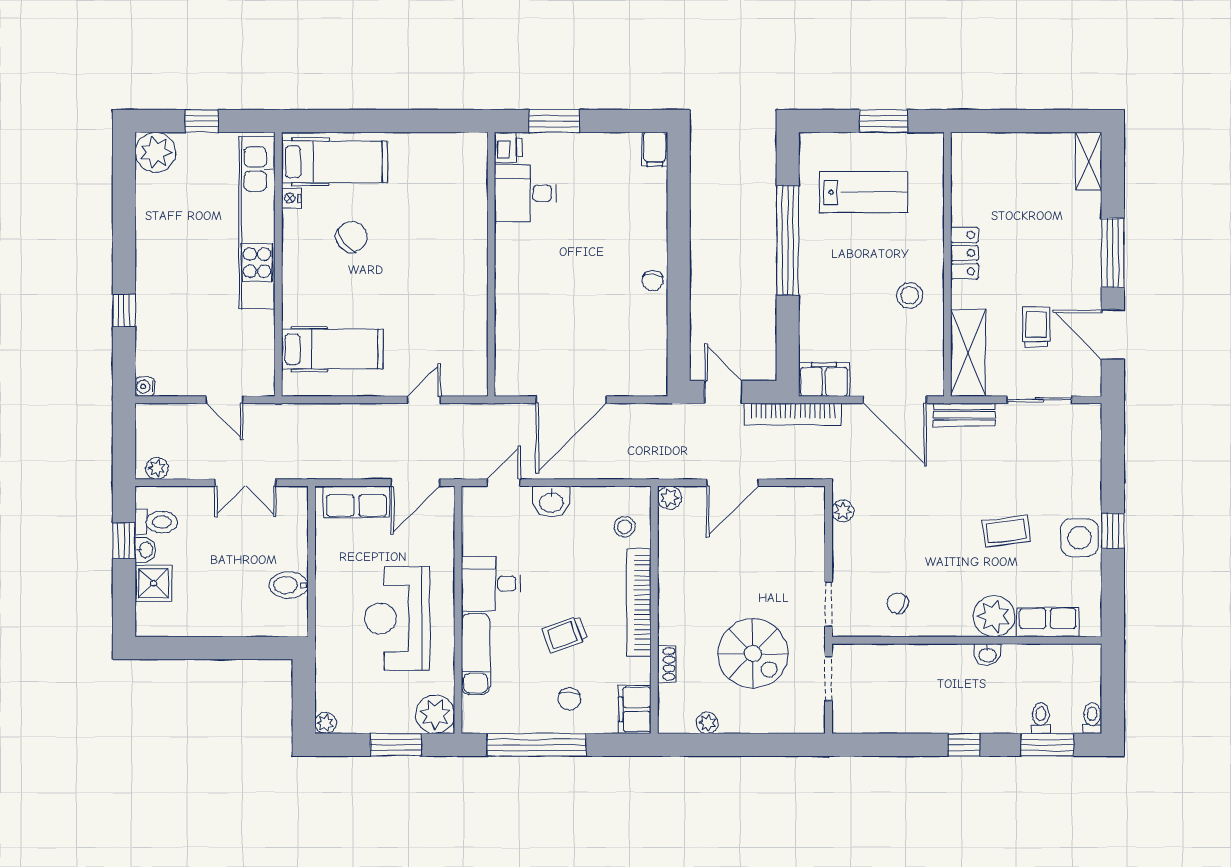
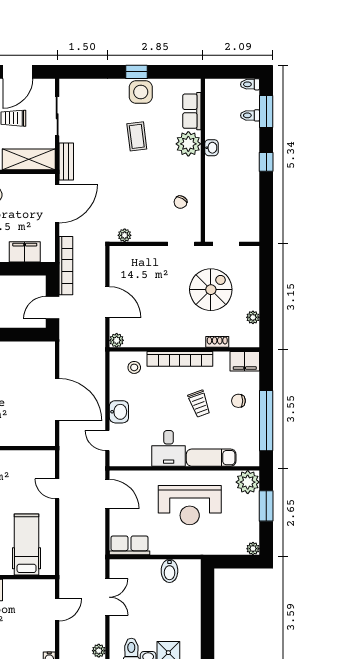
filing cabinet: (824, 379) -> (25, 252), moved, turned 90
row of seats: (356, 502) -> (130, 545), moved, turned -90
chair: (569, 699) -> (238, 401), turned 180

